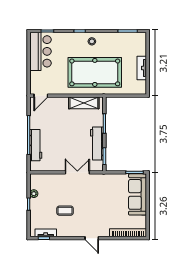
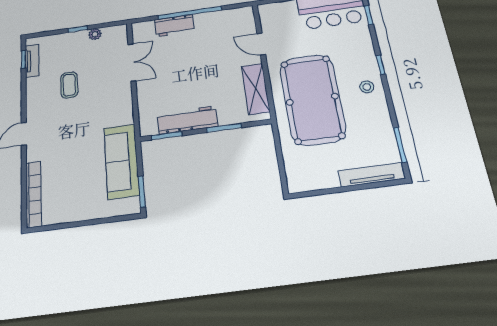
tv unit: (142, 68) -> (371, 175), moved, width x1.41
door: (41, 96) -> (261, 44), moved
workbench: (36, 145) -> (174, 26), width x0.73
double door: (77, 172) -> (132, 62), moved
sofa: (137, 194) -> (122, 161), moved, turned -90

